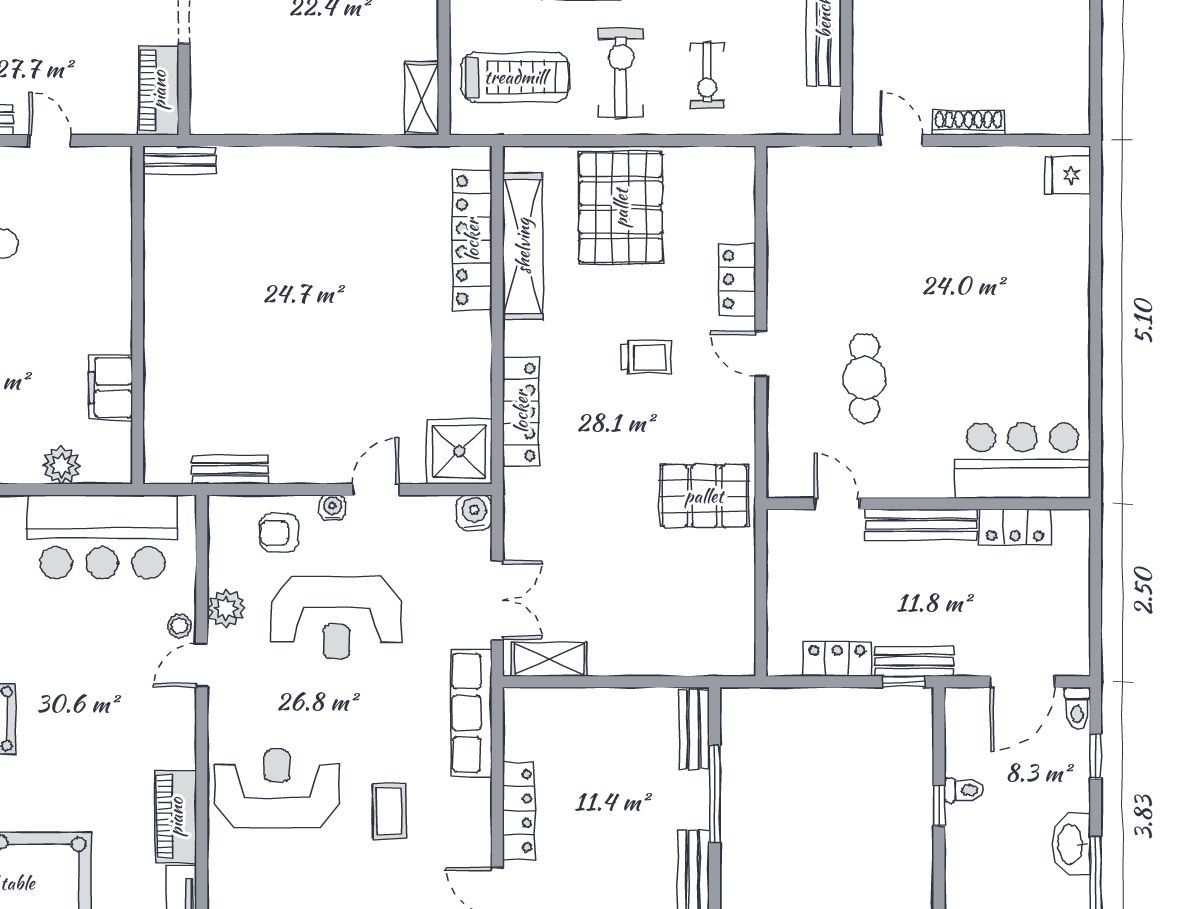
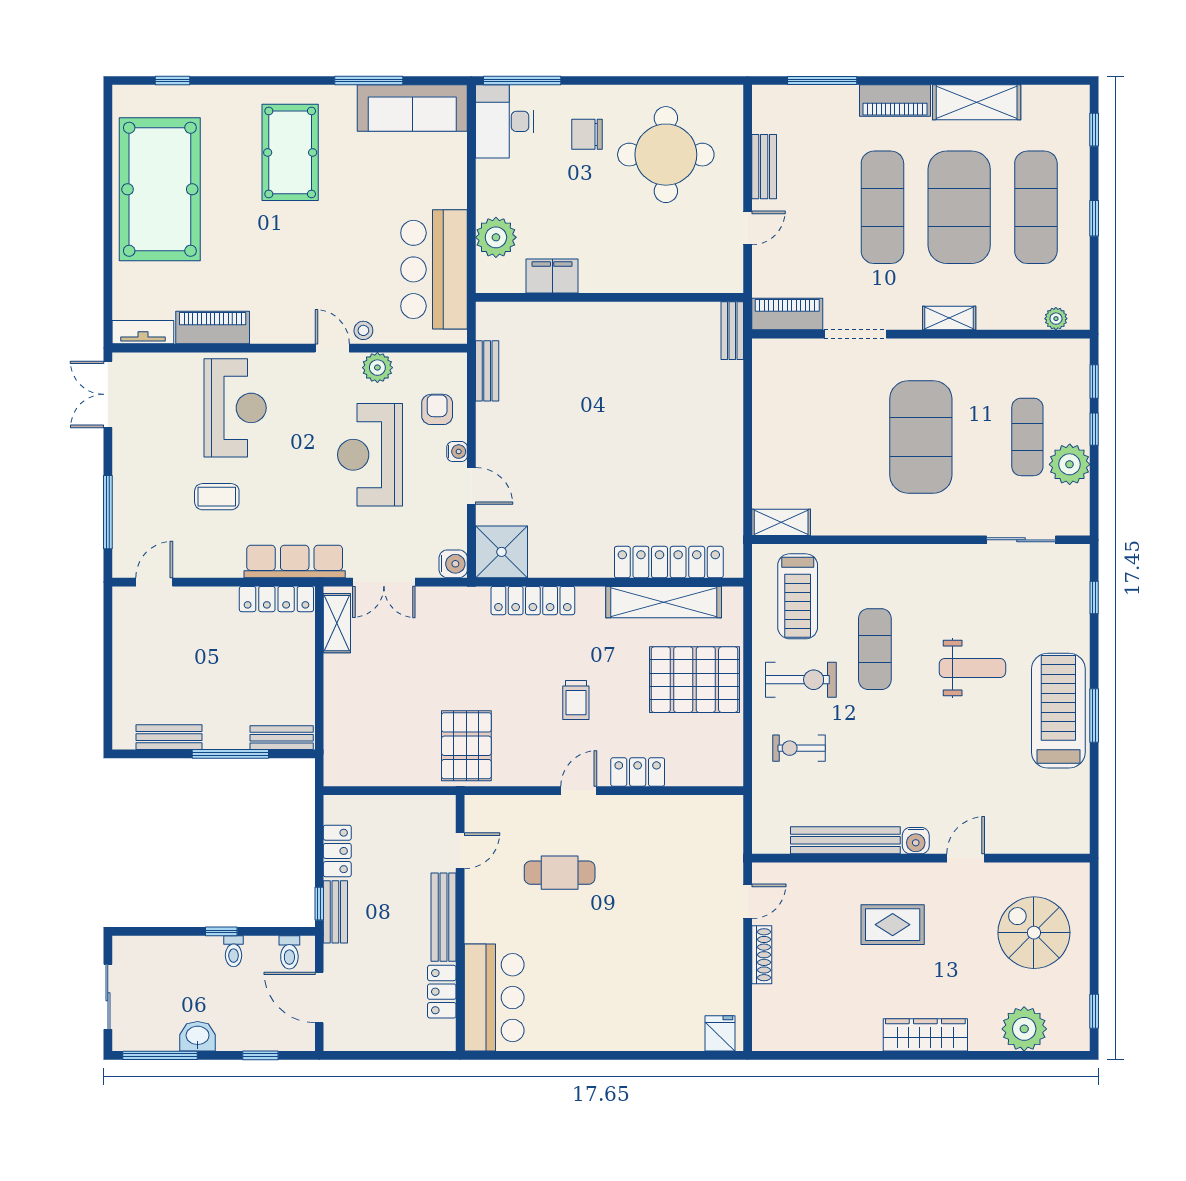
plant: (62, 465) -> (496, 237), width x1.36, depth x1.36
toilet: (1077, 708) -> (289, 952), moved, turned -90
locker: (519, 811) -> (276, 599), moved
washbasin: (1071, 844) -> (198, 1036), width x0.72

